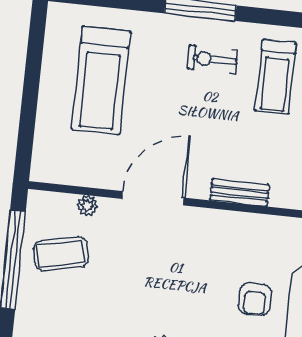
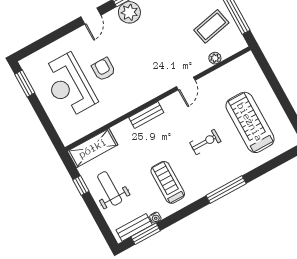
exercise bike: (213, 59) -> (205, 142), moved
door: (153, 198) -> (186, 83), width x0.53

